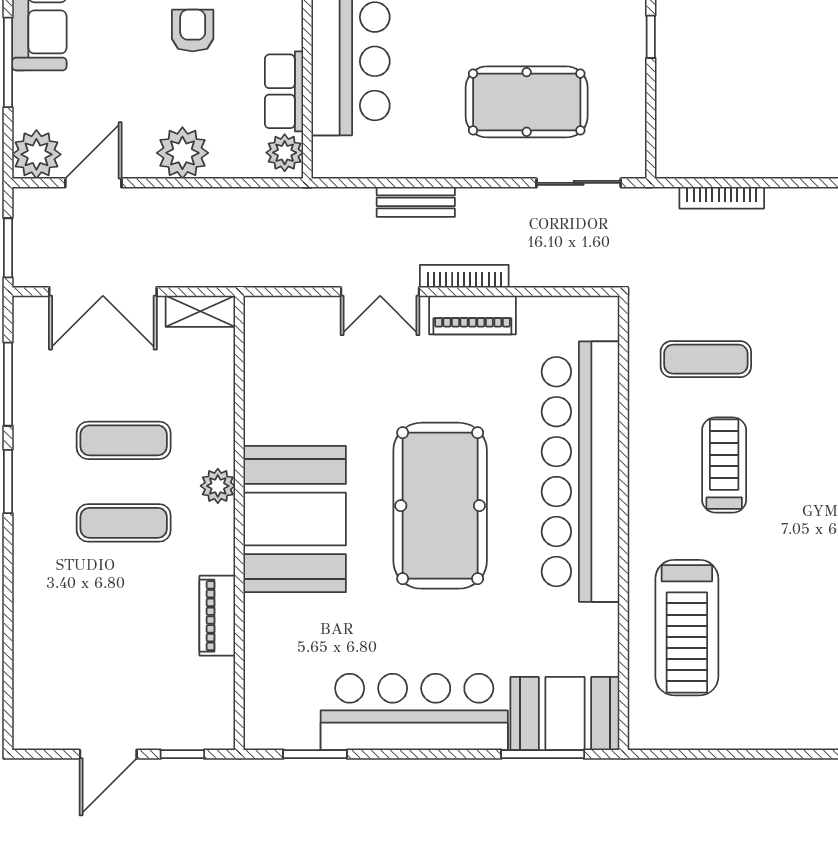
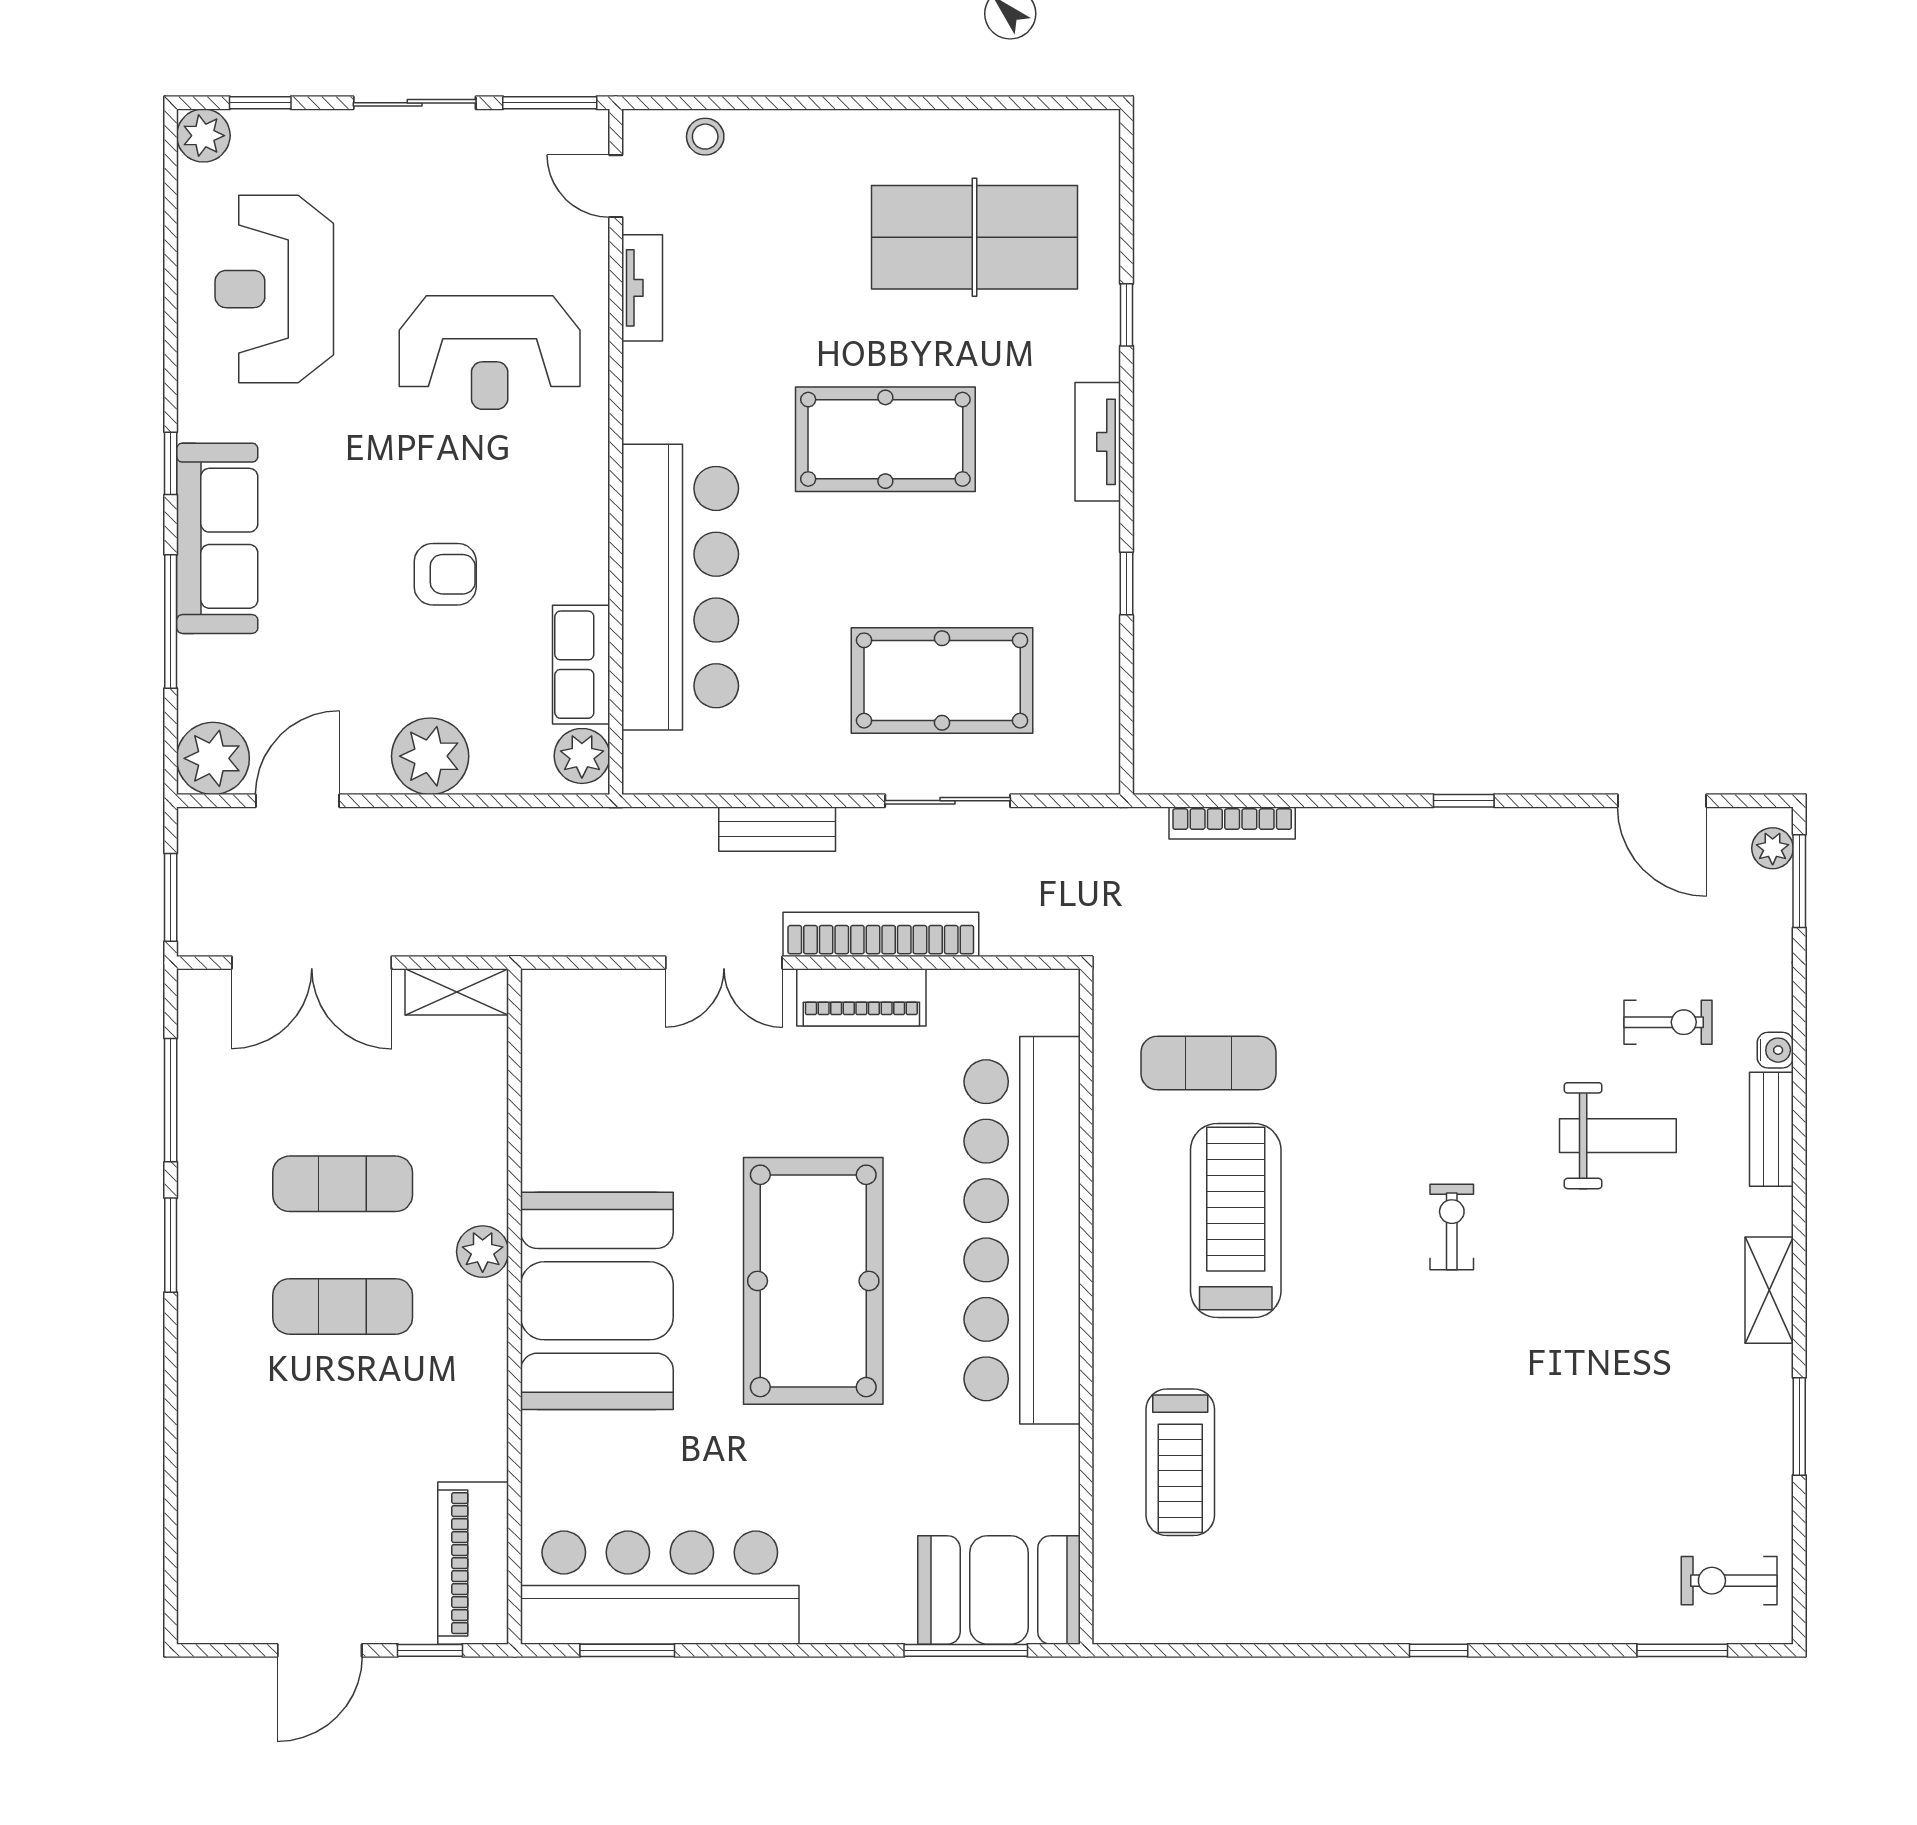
armchair: (193, 31) -> (445, 574), turned 90
sliding door: (579, 183) -> (948, 801), moved
bookcase: (464, 276) -> (881, 934), width x1.48, depth x1.31
treadmill: (724, 465) -> (1236, 1220), width x1.37, depth x1.38
piano: (217, 616) -> (473, 1563), moved, width x1.37, depth x1.33
treadmill: (687, 628) -> (1180, 1462), width x0.73, depth x0.73
bar counter: (414, 712) -> (660, 1588), moved

